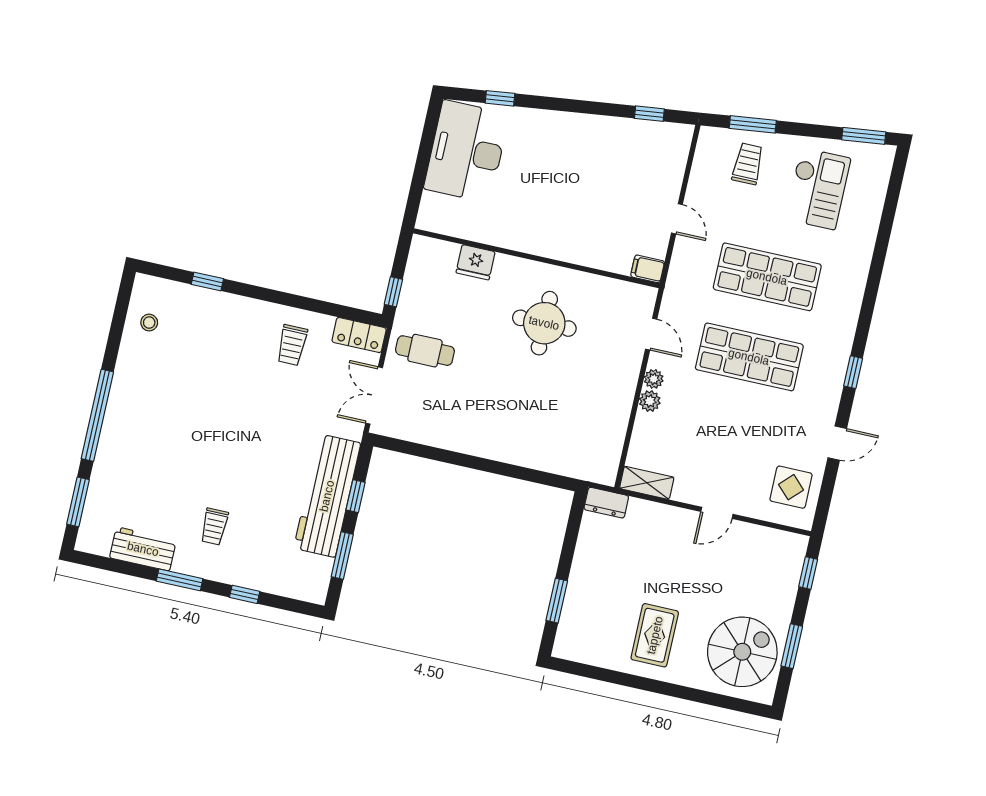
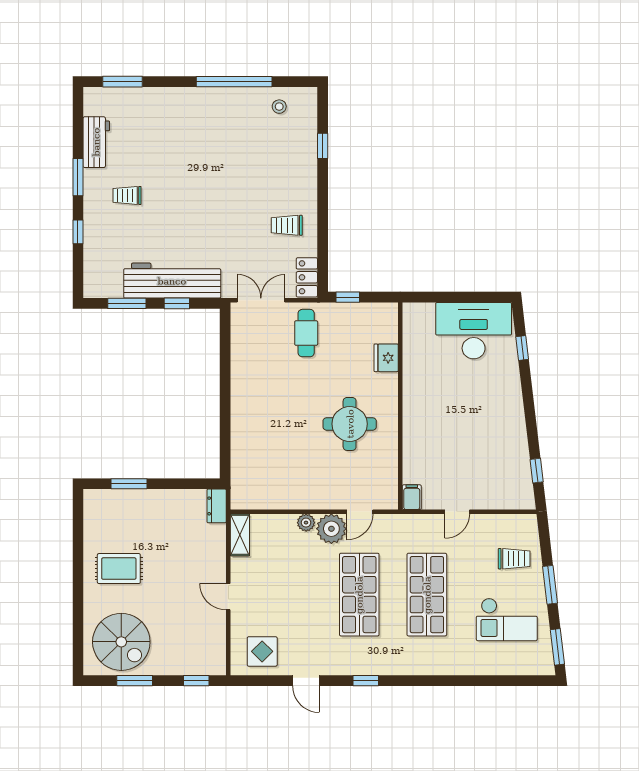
window: (753, 124) -> (550, 585), moved
plant: (654, 379) -> (331, 529), width x1.87, depth x1.87
window: (97, 415) -> (234, 82), moved

